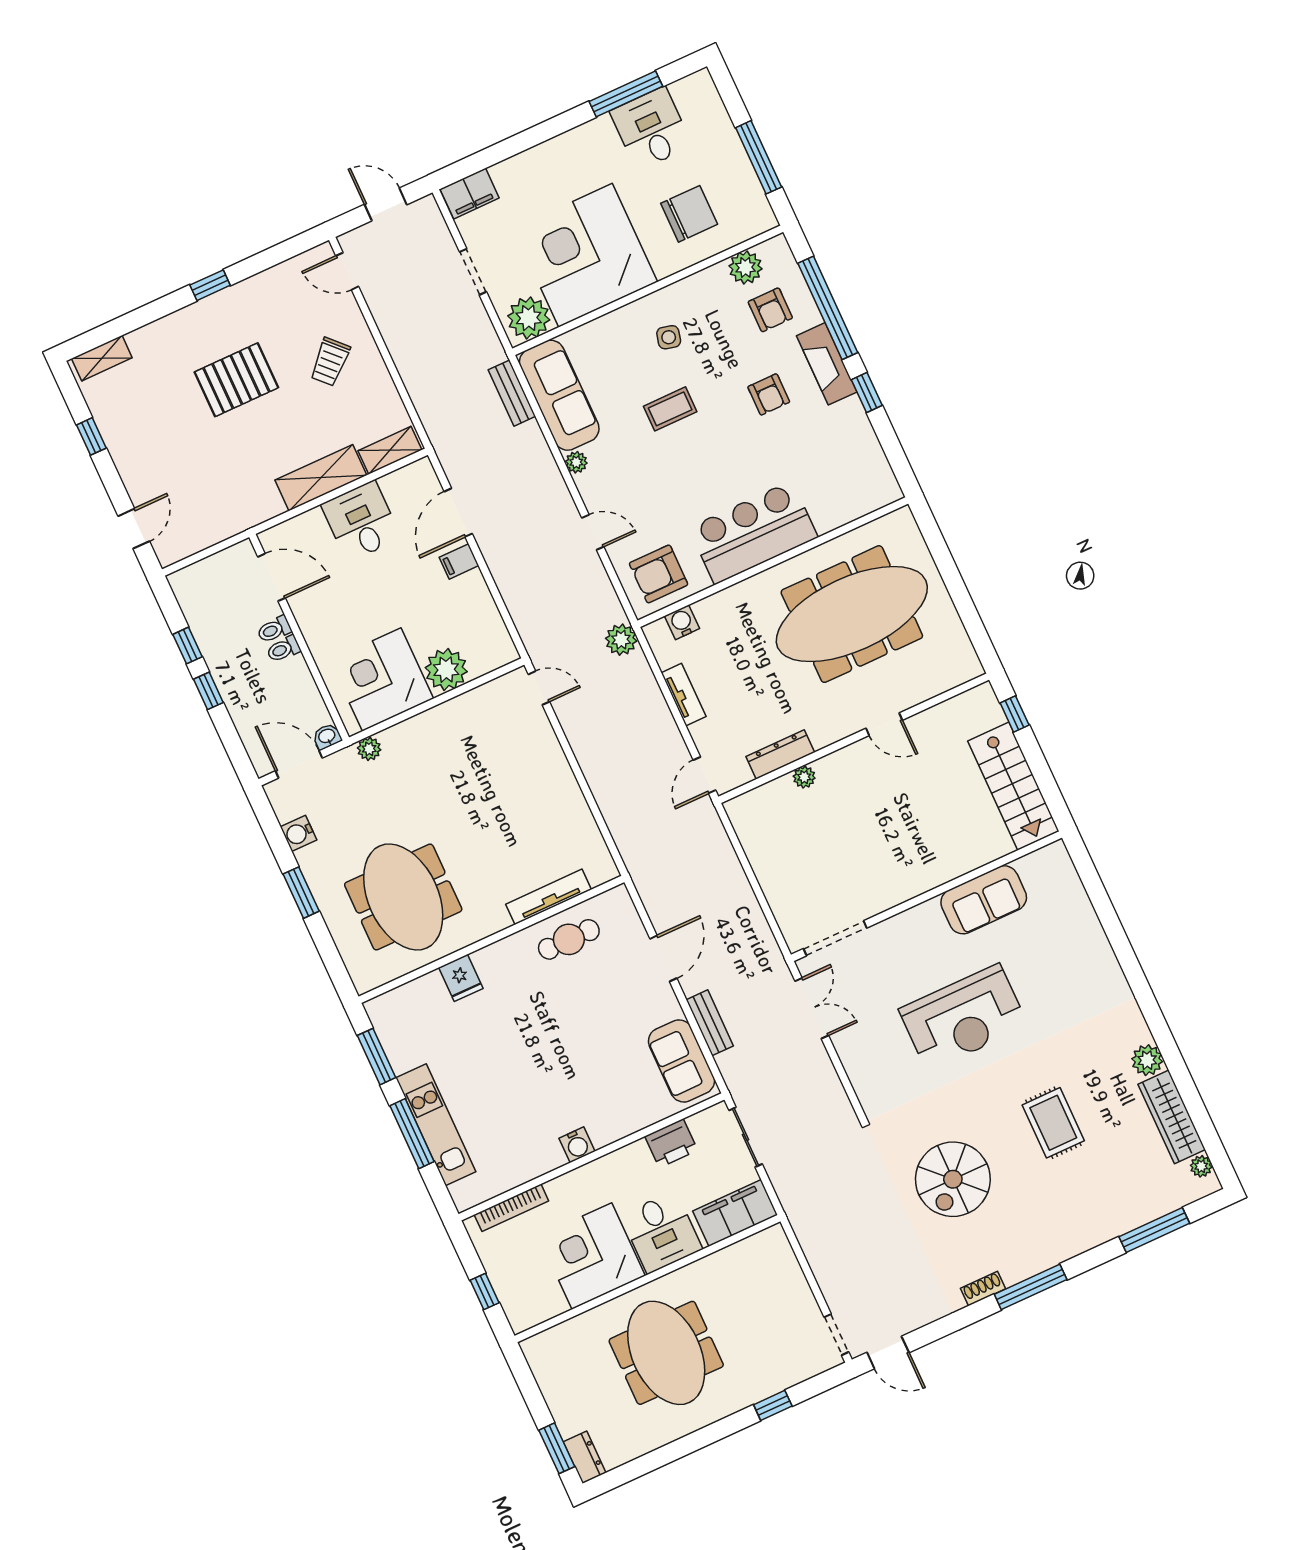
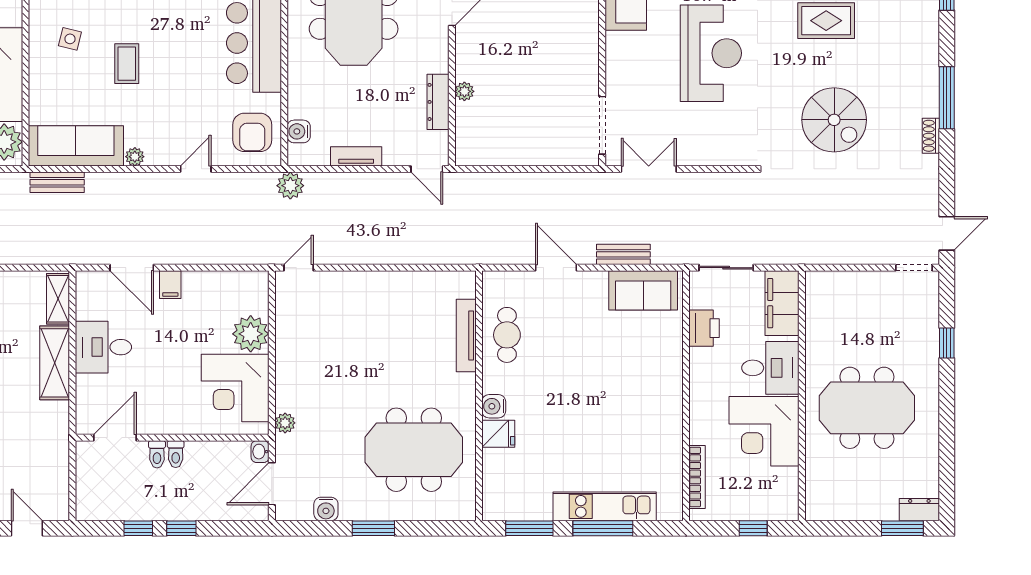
water cooler: (577, 1145) -> (494, 406), moved, turned 180

